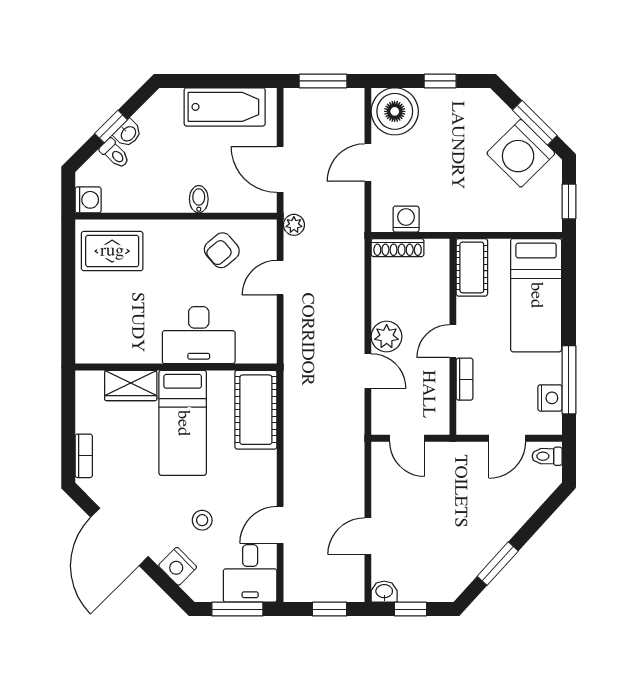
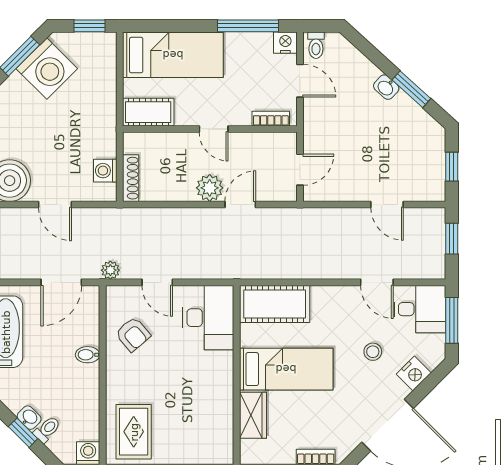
desk: (199, 335) -> (208, 318), moved
bookcase: (465, 379) -> (271, 119), moved
nightstand: (550, 398) -> (285, 43), moved
washbasin: (384, 592) -> (386, 87), moved, turned -48

